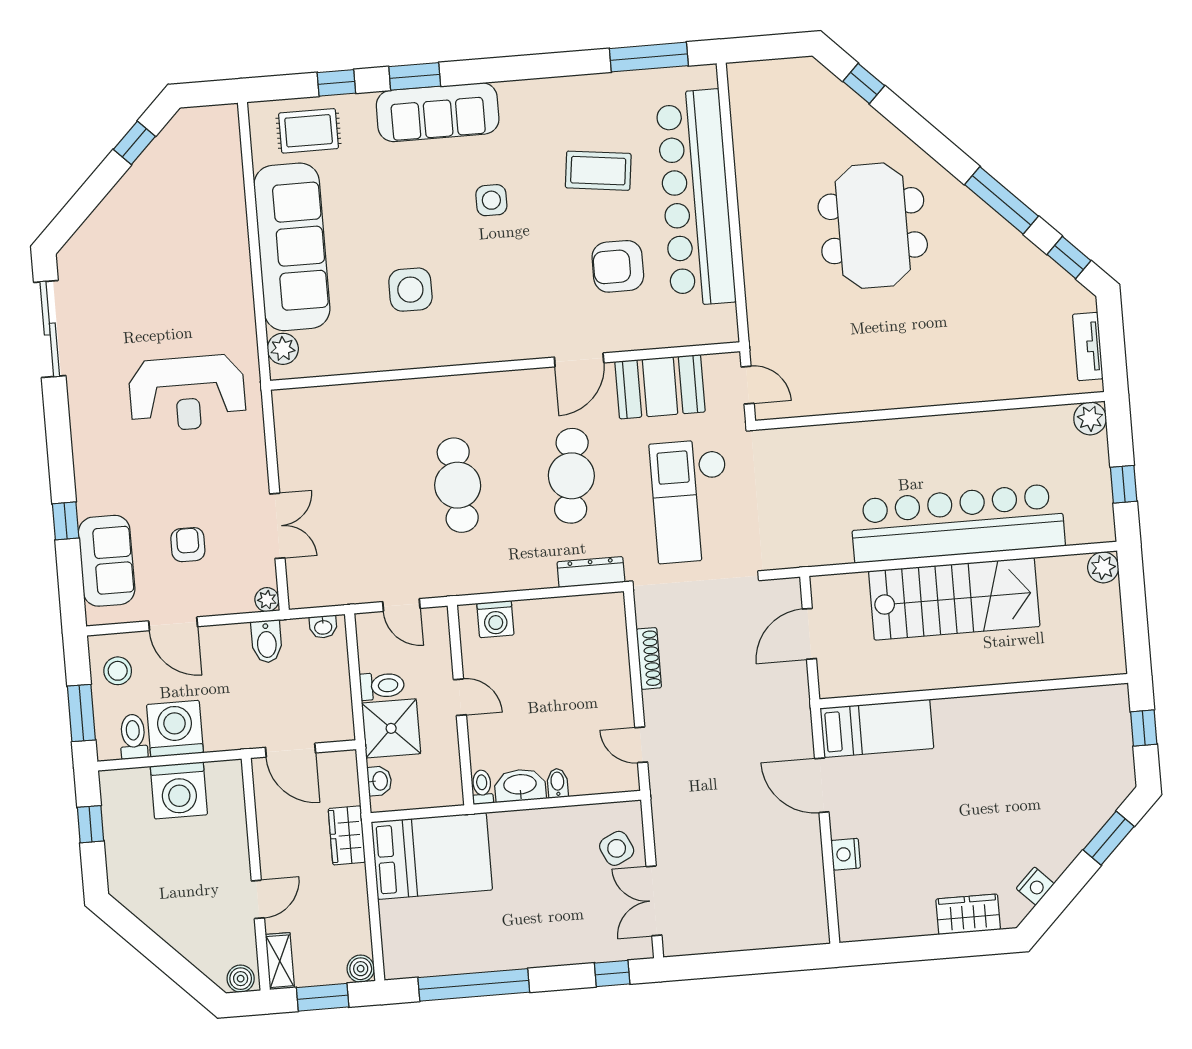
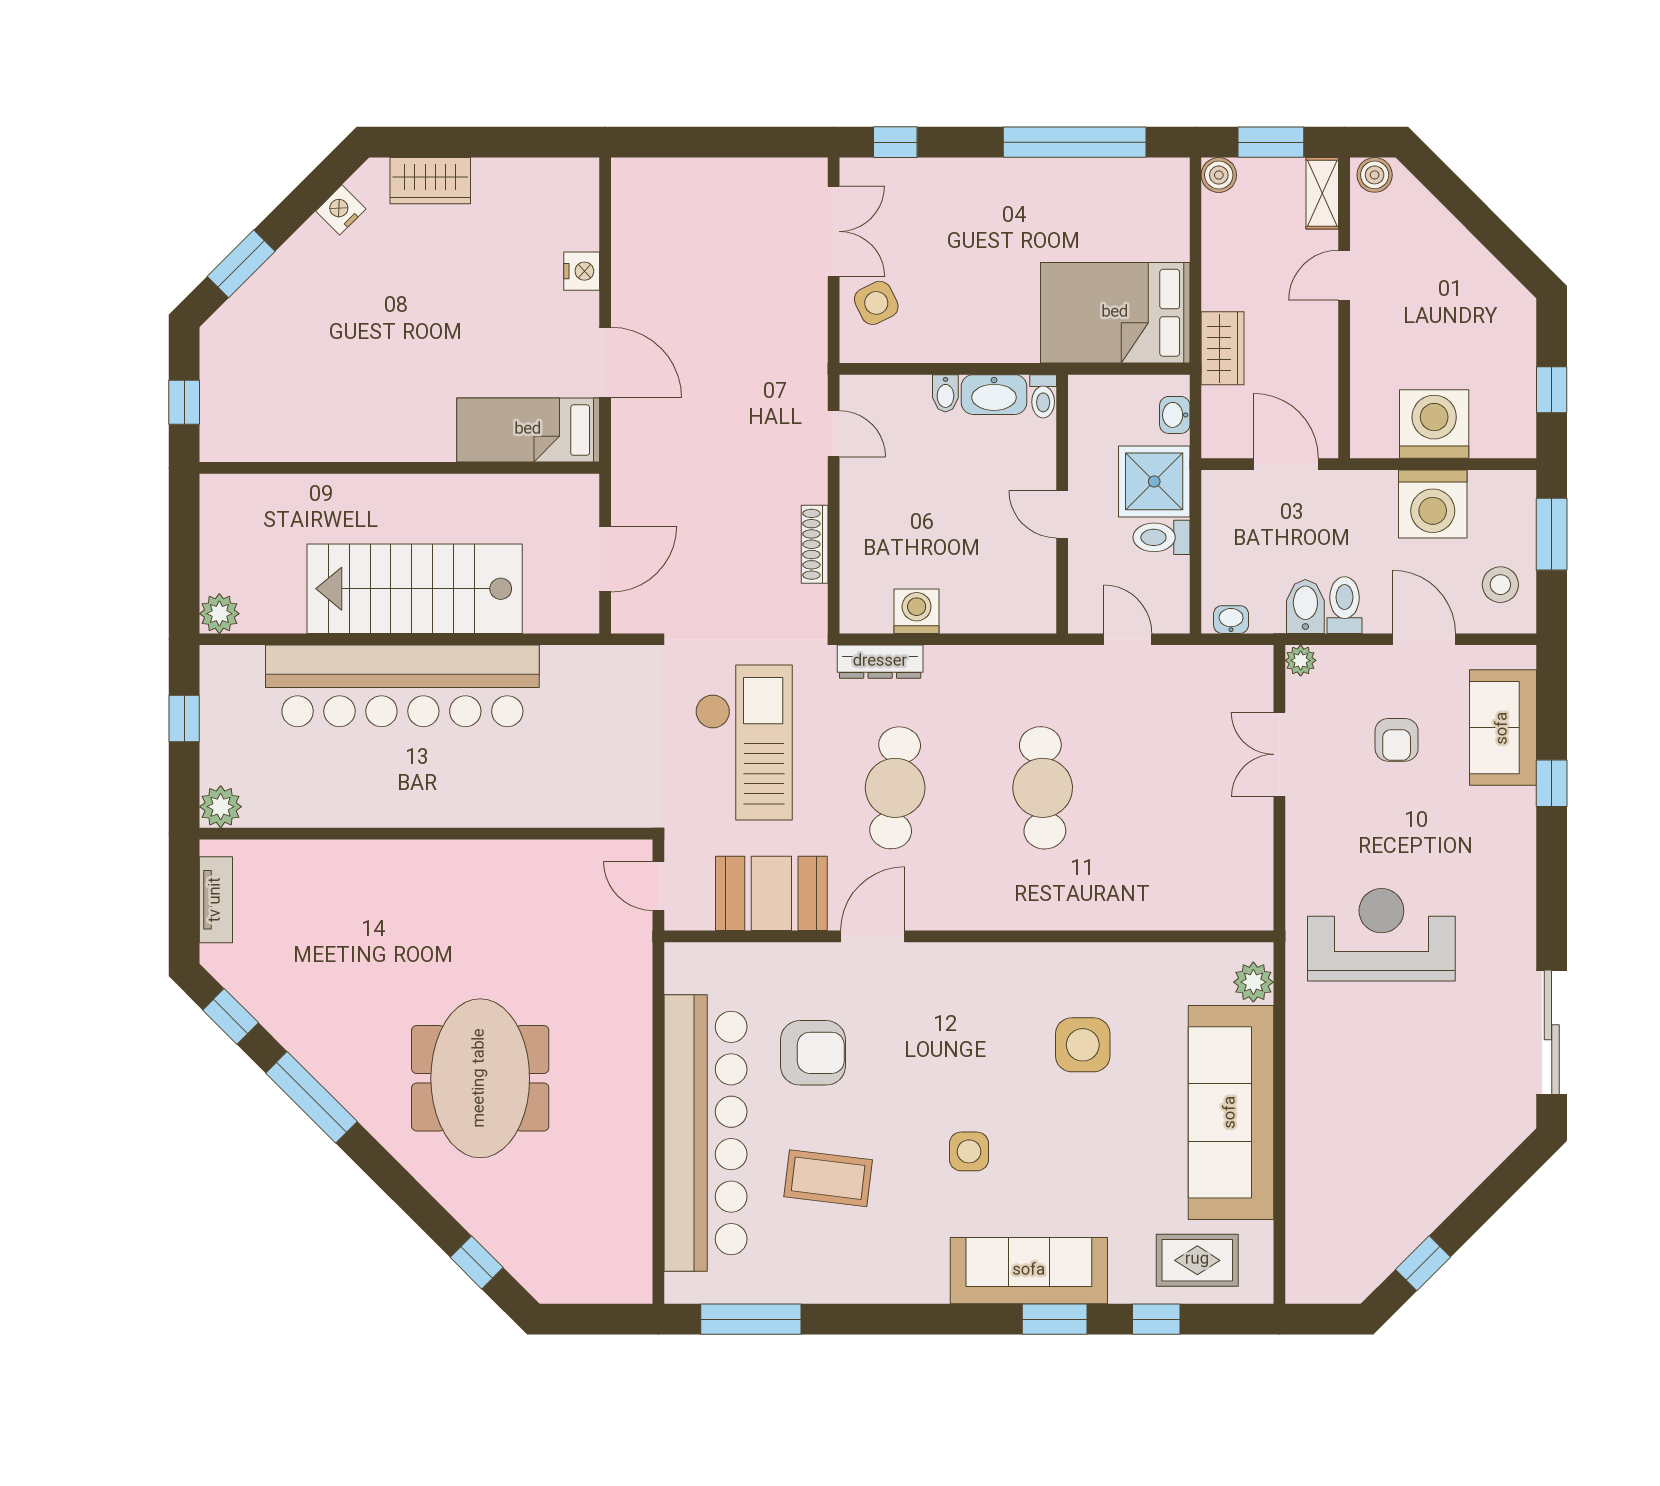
washing machine: (495, 619) -> (917, 611), moved
toilet: (133, 737) -> (1344, 605), moved, turned 180

